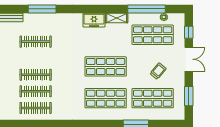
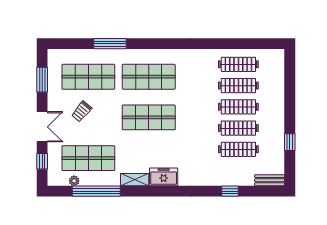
window: (42, 9) -> (230, 191), width x0.46
clothes rail: (36, 58) -> (238, 128), added
double door: (189, 59) -> (42, 127), swing flipped

